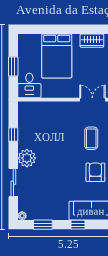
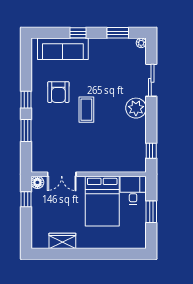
bed: (57, 56) -> (102, 201), moved, turned 180
window: (13, 135) -> (151, 151), moved
coffee table: (91, 138) -> (86, 110), moved

